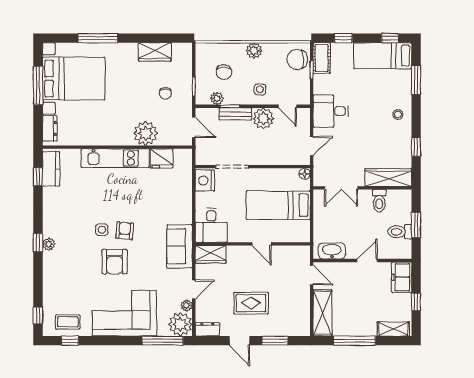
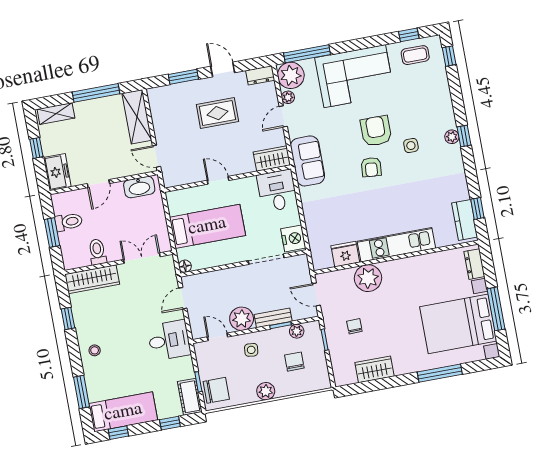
side table: (102, 230) -> (411, 146), moved

